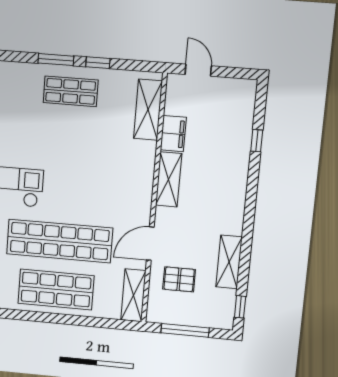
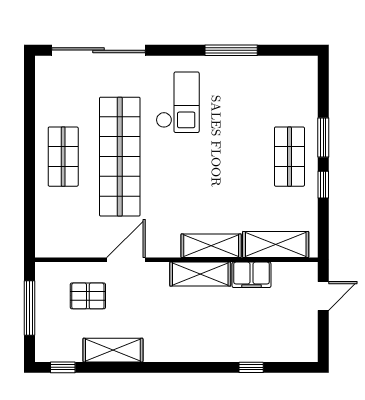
door: (150, 244) -> (126, 260), hinge flipped
pallet: (179, 279) -> (88, 296), turned 90
shop shelf: (56, 290) -> (63, 157), width x0.70, depth x0.74
shelving: (133, 295) -> (211, 246), moved

